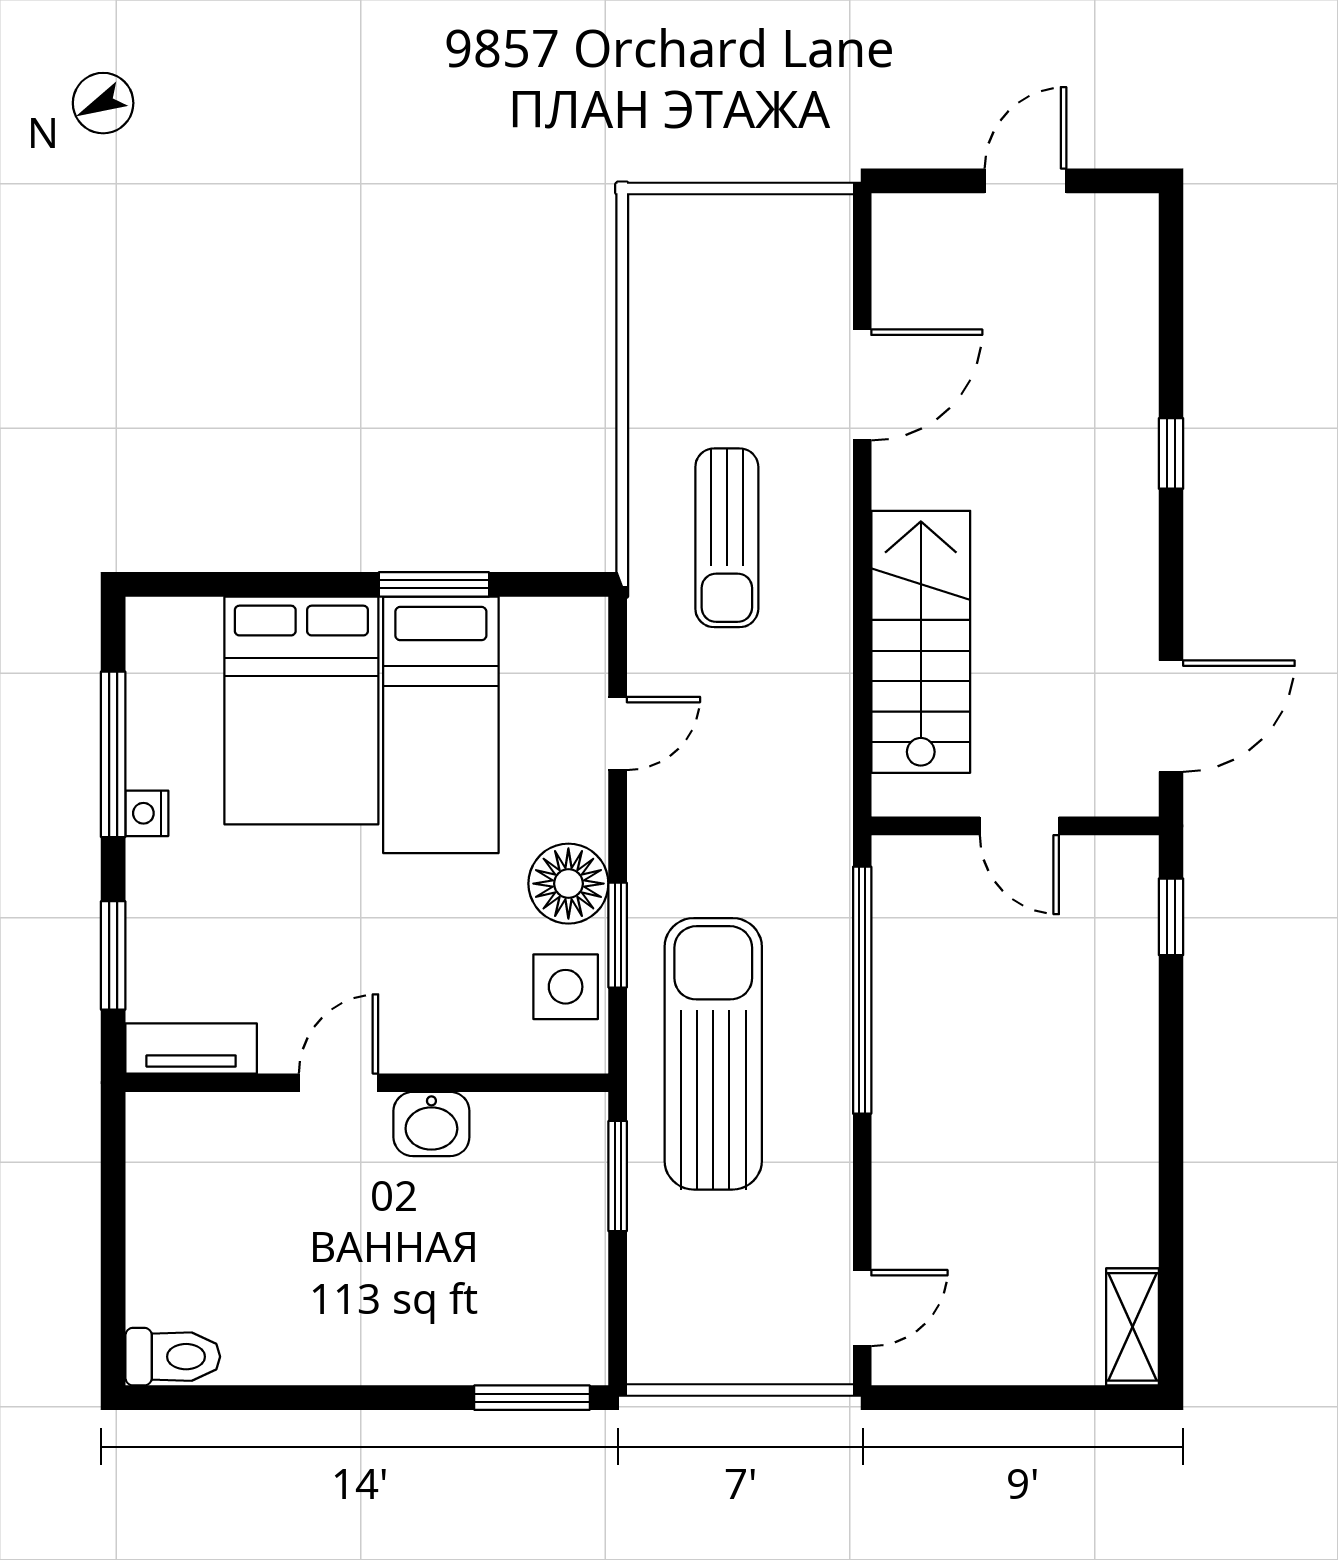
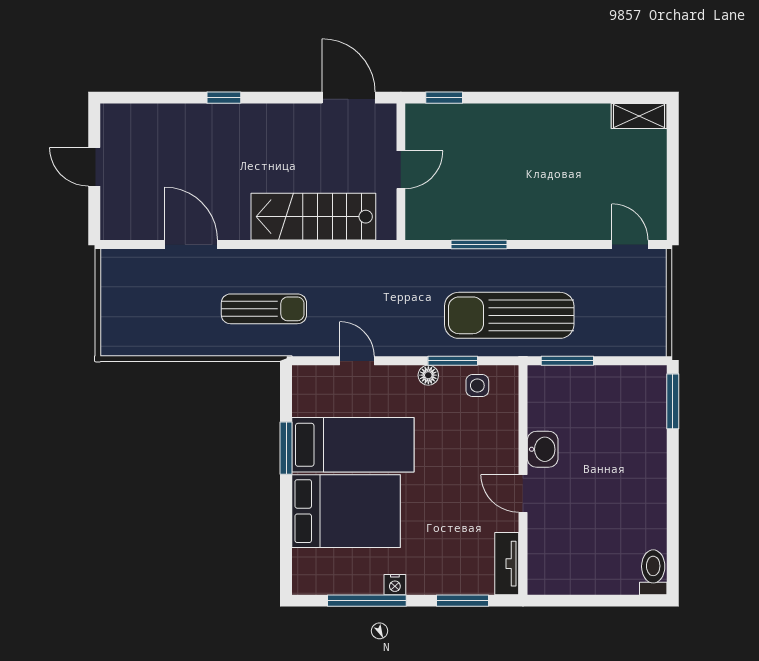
floor lamp: (568, 884) -> (428, 375), width x0.53, depth x0.53
side table: (566, 987) -> (477, 386), width x0.73, depth x0.73
window: (862, 990) -> (479, 244), width x0.47

